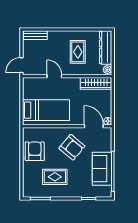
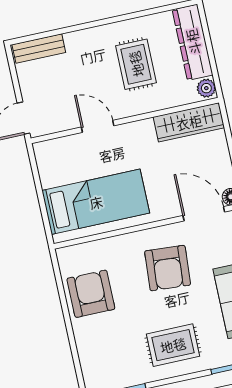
armchair: (72, 147) -> (168, 268), turned 54
rug: (55, 177) -> (173, 345), moved

